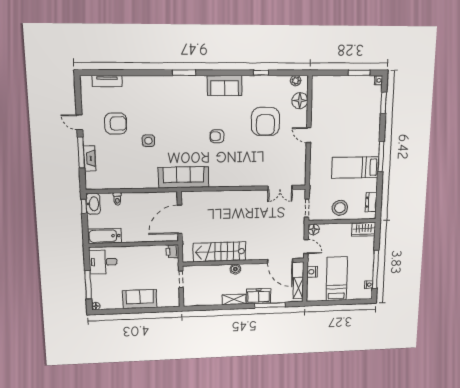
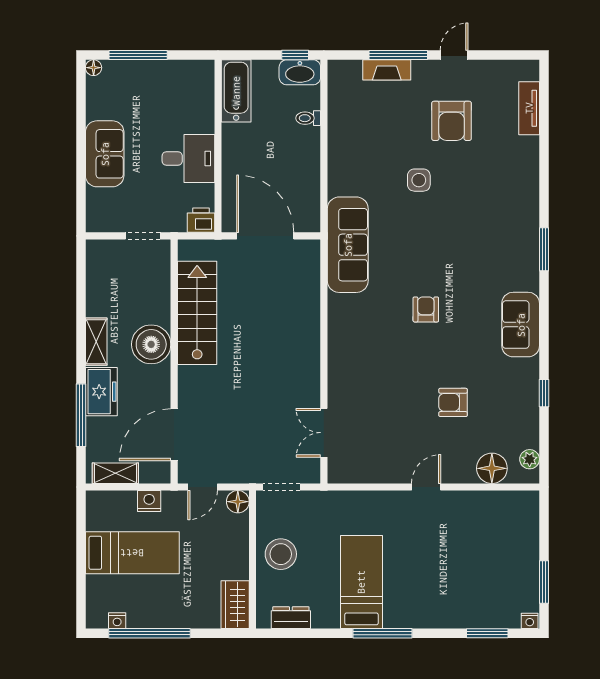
armchair: (265, 121) -> (453, 402), width x0.53, depth x0.53
desk: (103, 262) -> (188, 158), moved, turned 90
boiler: (235, 269) -> (151, 344), width x1.86, depth x1.86

